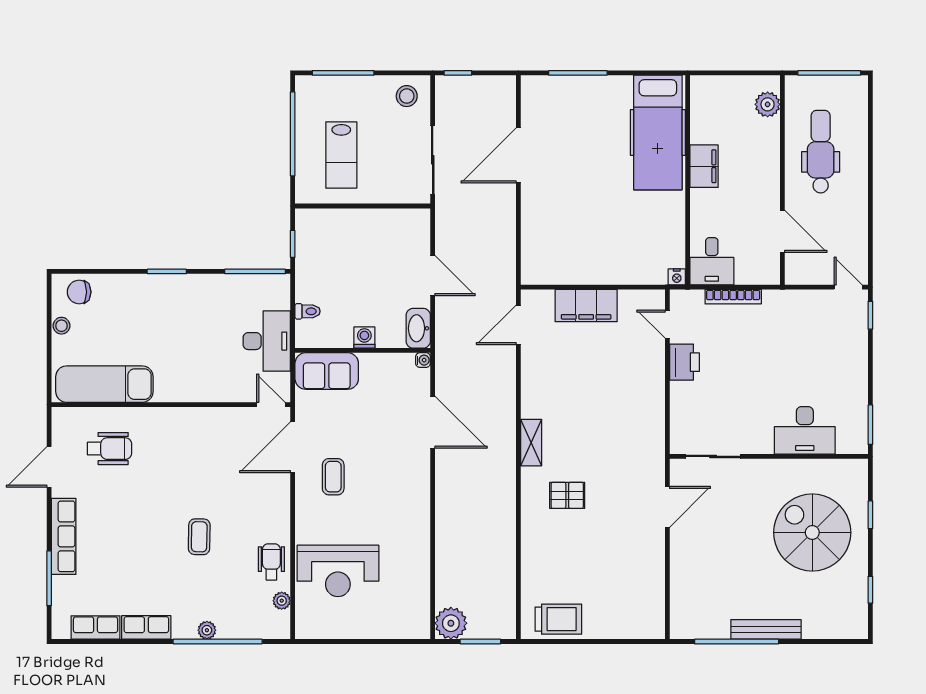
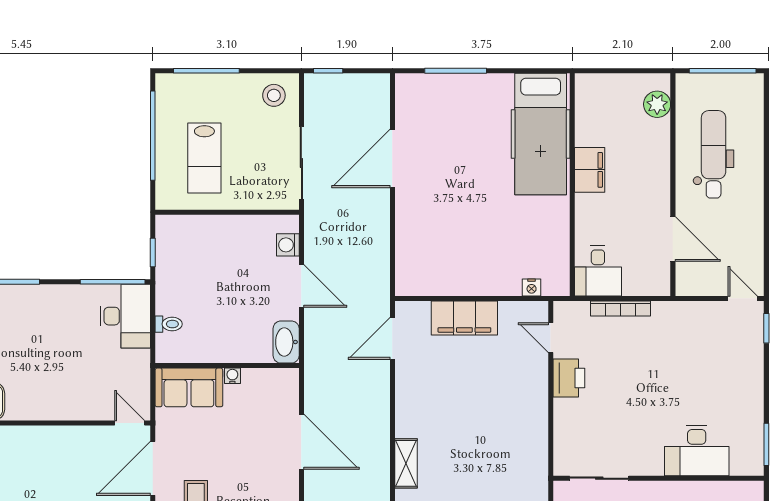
nightstand: (677, 277) -> (532, 287), moved
washing machine: (364, 338) -> (288, 245), moved, turned -90
desk: (267, 341) -> (125, 316), moved
water cooler: (423, 360) -> (232, 376), moved, turned -90

